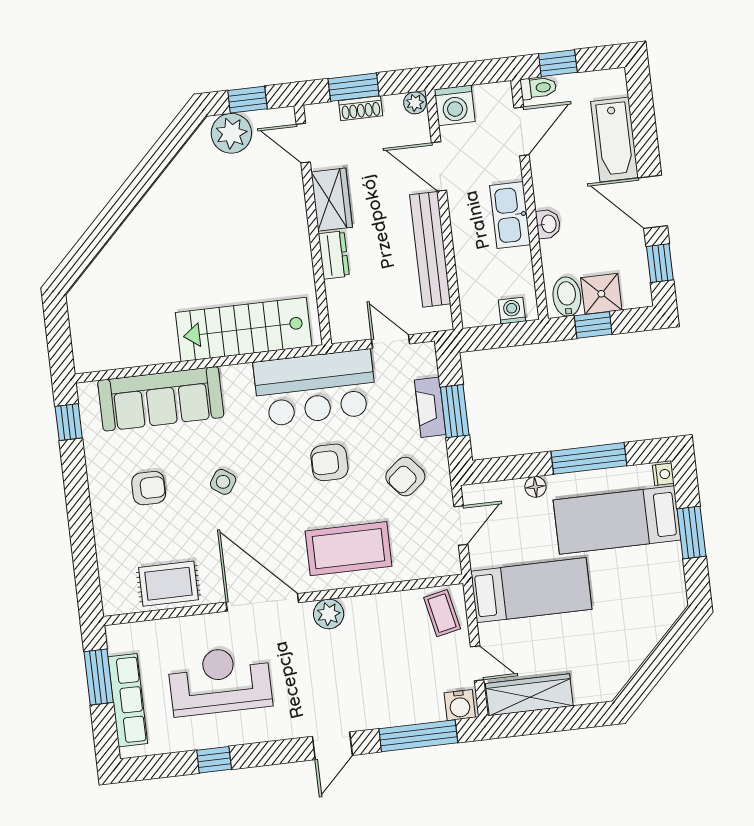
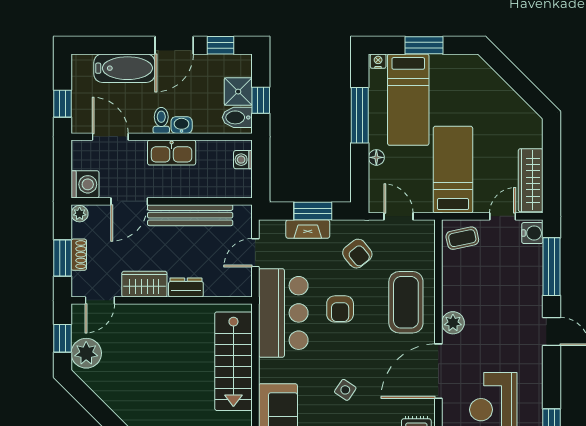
toilet: (538, 88) -> (161, 120), moved

